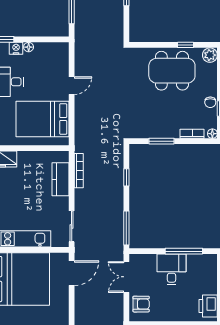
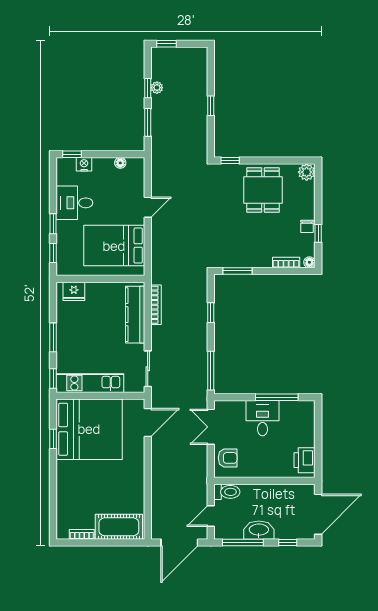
window: (186, 45) -> (230, 161), moved
floor lamp: (29, 47) -> (120, 163), moved
dining table: (172, 71) -> (263, 190), width x0.73
window: (161, 141) -> (238, 271), moved
kitchen counter: (60, 179) -> (135, 315), width x1.50

